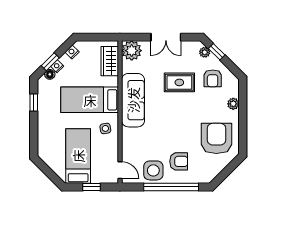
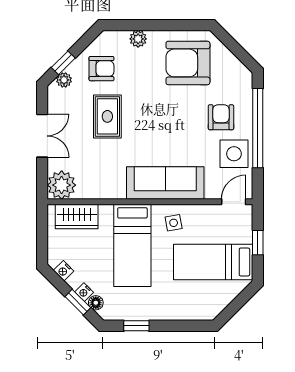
sofa: (133, 100) -> (165, 183), moved

